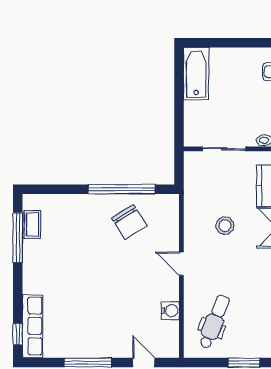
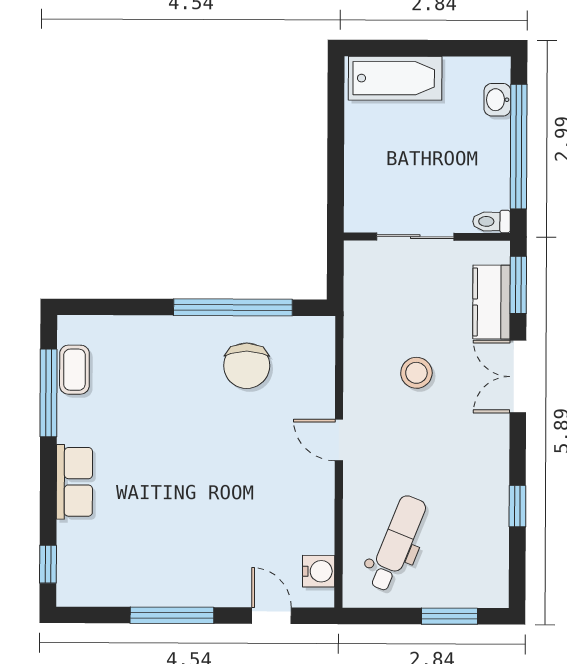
bathtub: (196, 74) -> (395, 78), moved, turned 90
chair: (129, 222) -> (247, 366), turned 32
water cooler: (170, 311) -> (319, 571), moved
row of seats: (33, 326) -> (74, 482), moved, width x0.68

